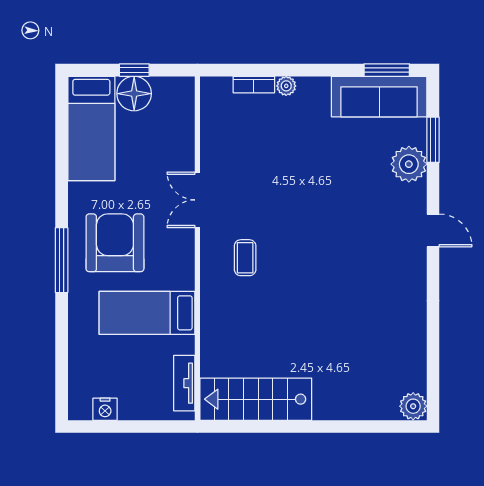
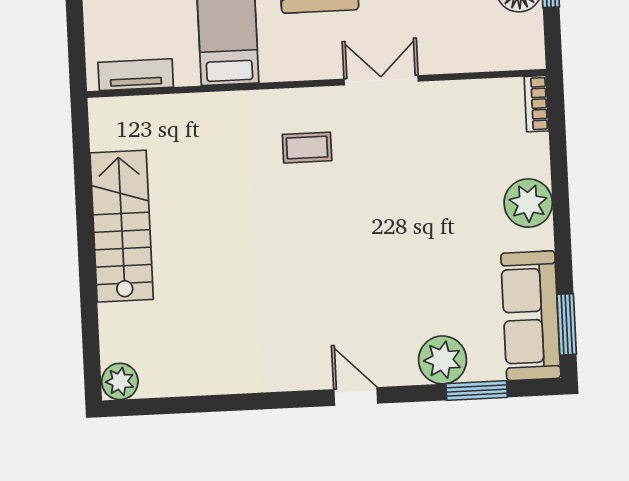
bookcase: (254, 85) -> (536, 104), moved
plant: (286, 86) -> (528, 203), width x1.88, depth x1.88
door: (433, 230) -> (356, 396), swing flipped
stairs: (256, 399) -> (122, 226), moved

